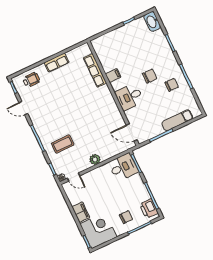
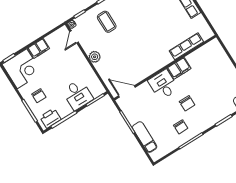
filing cabinet: (113, 75) -> (179, 68), width x2.00
door: (132, 132) -> (127, 91), hinge flipped
desk: (123, 167) -> (78, 95), moved

